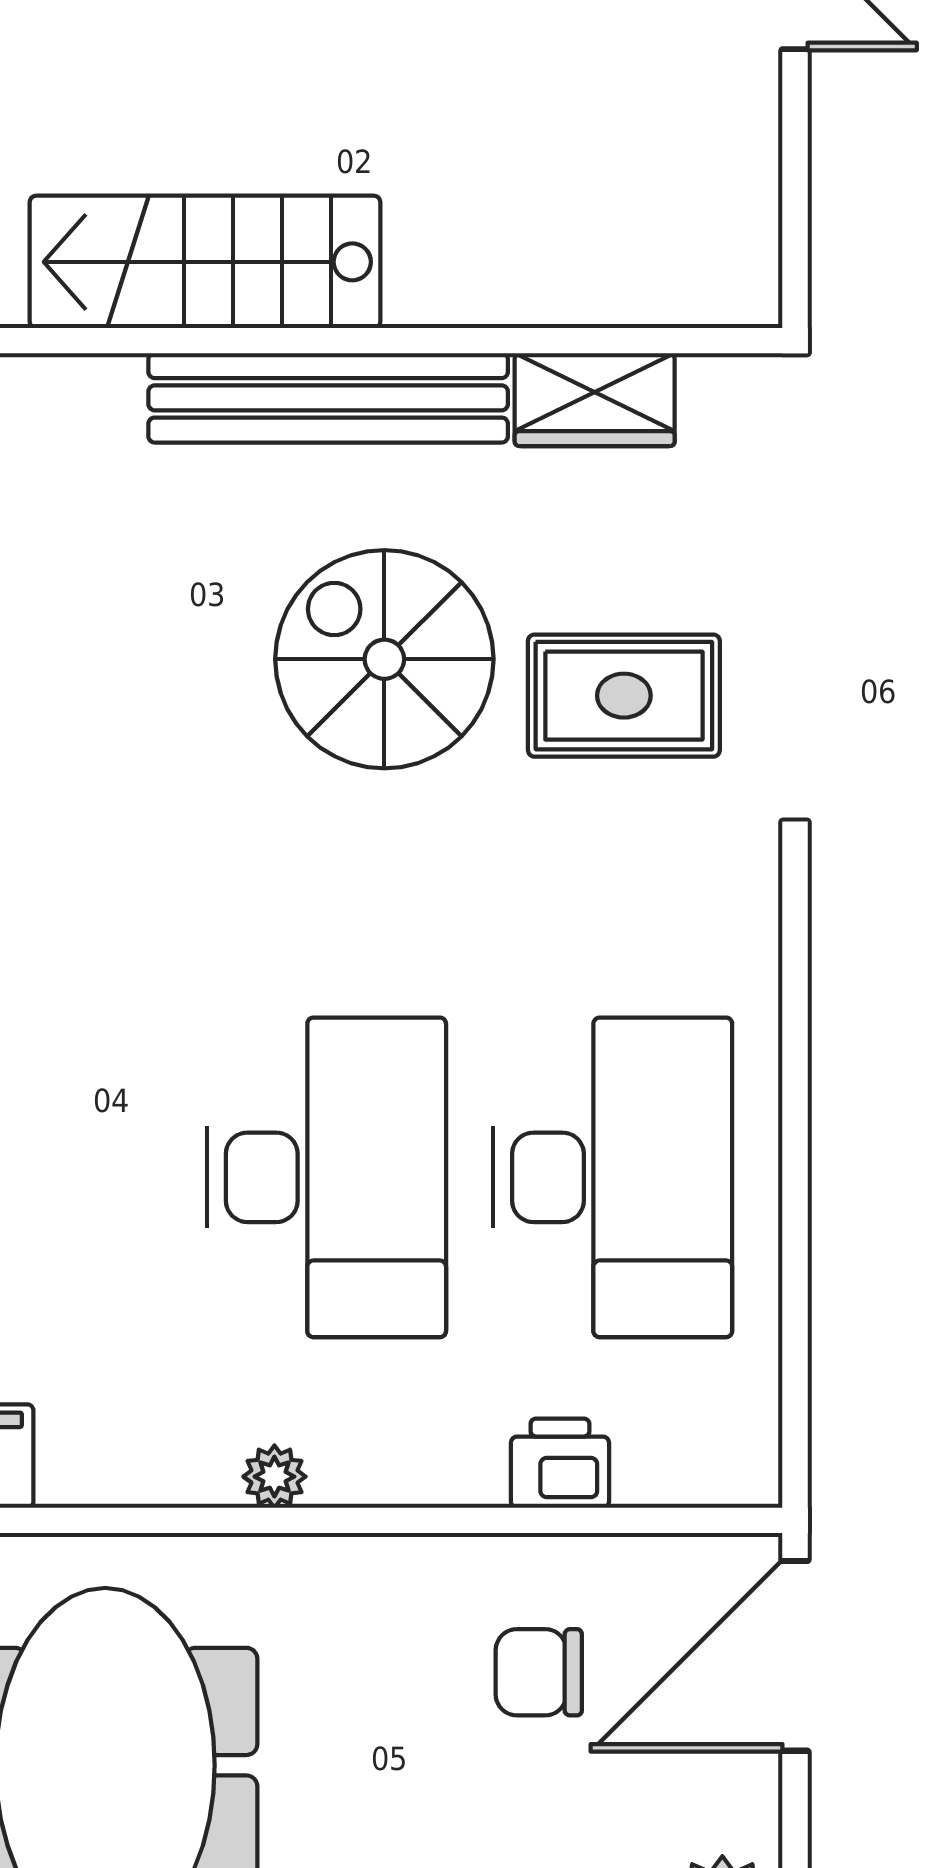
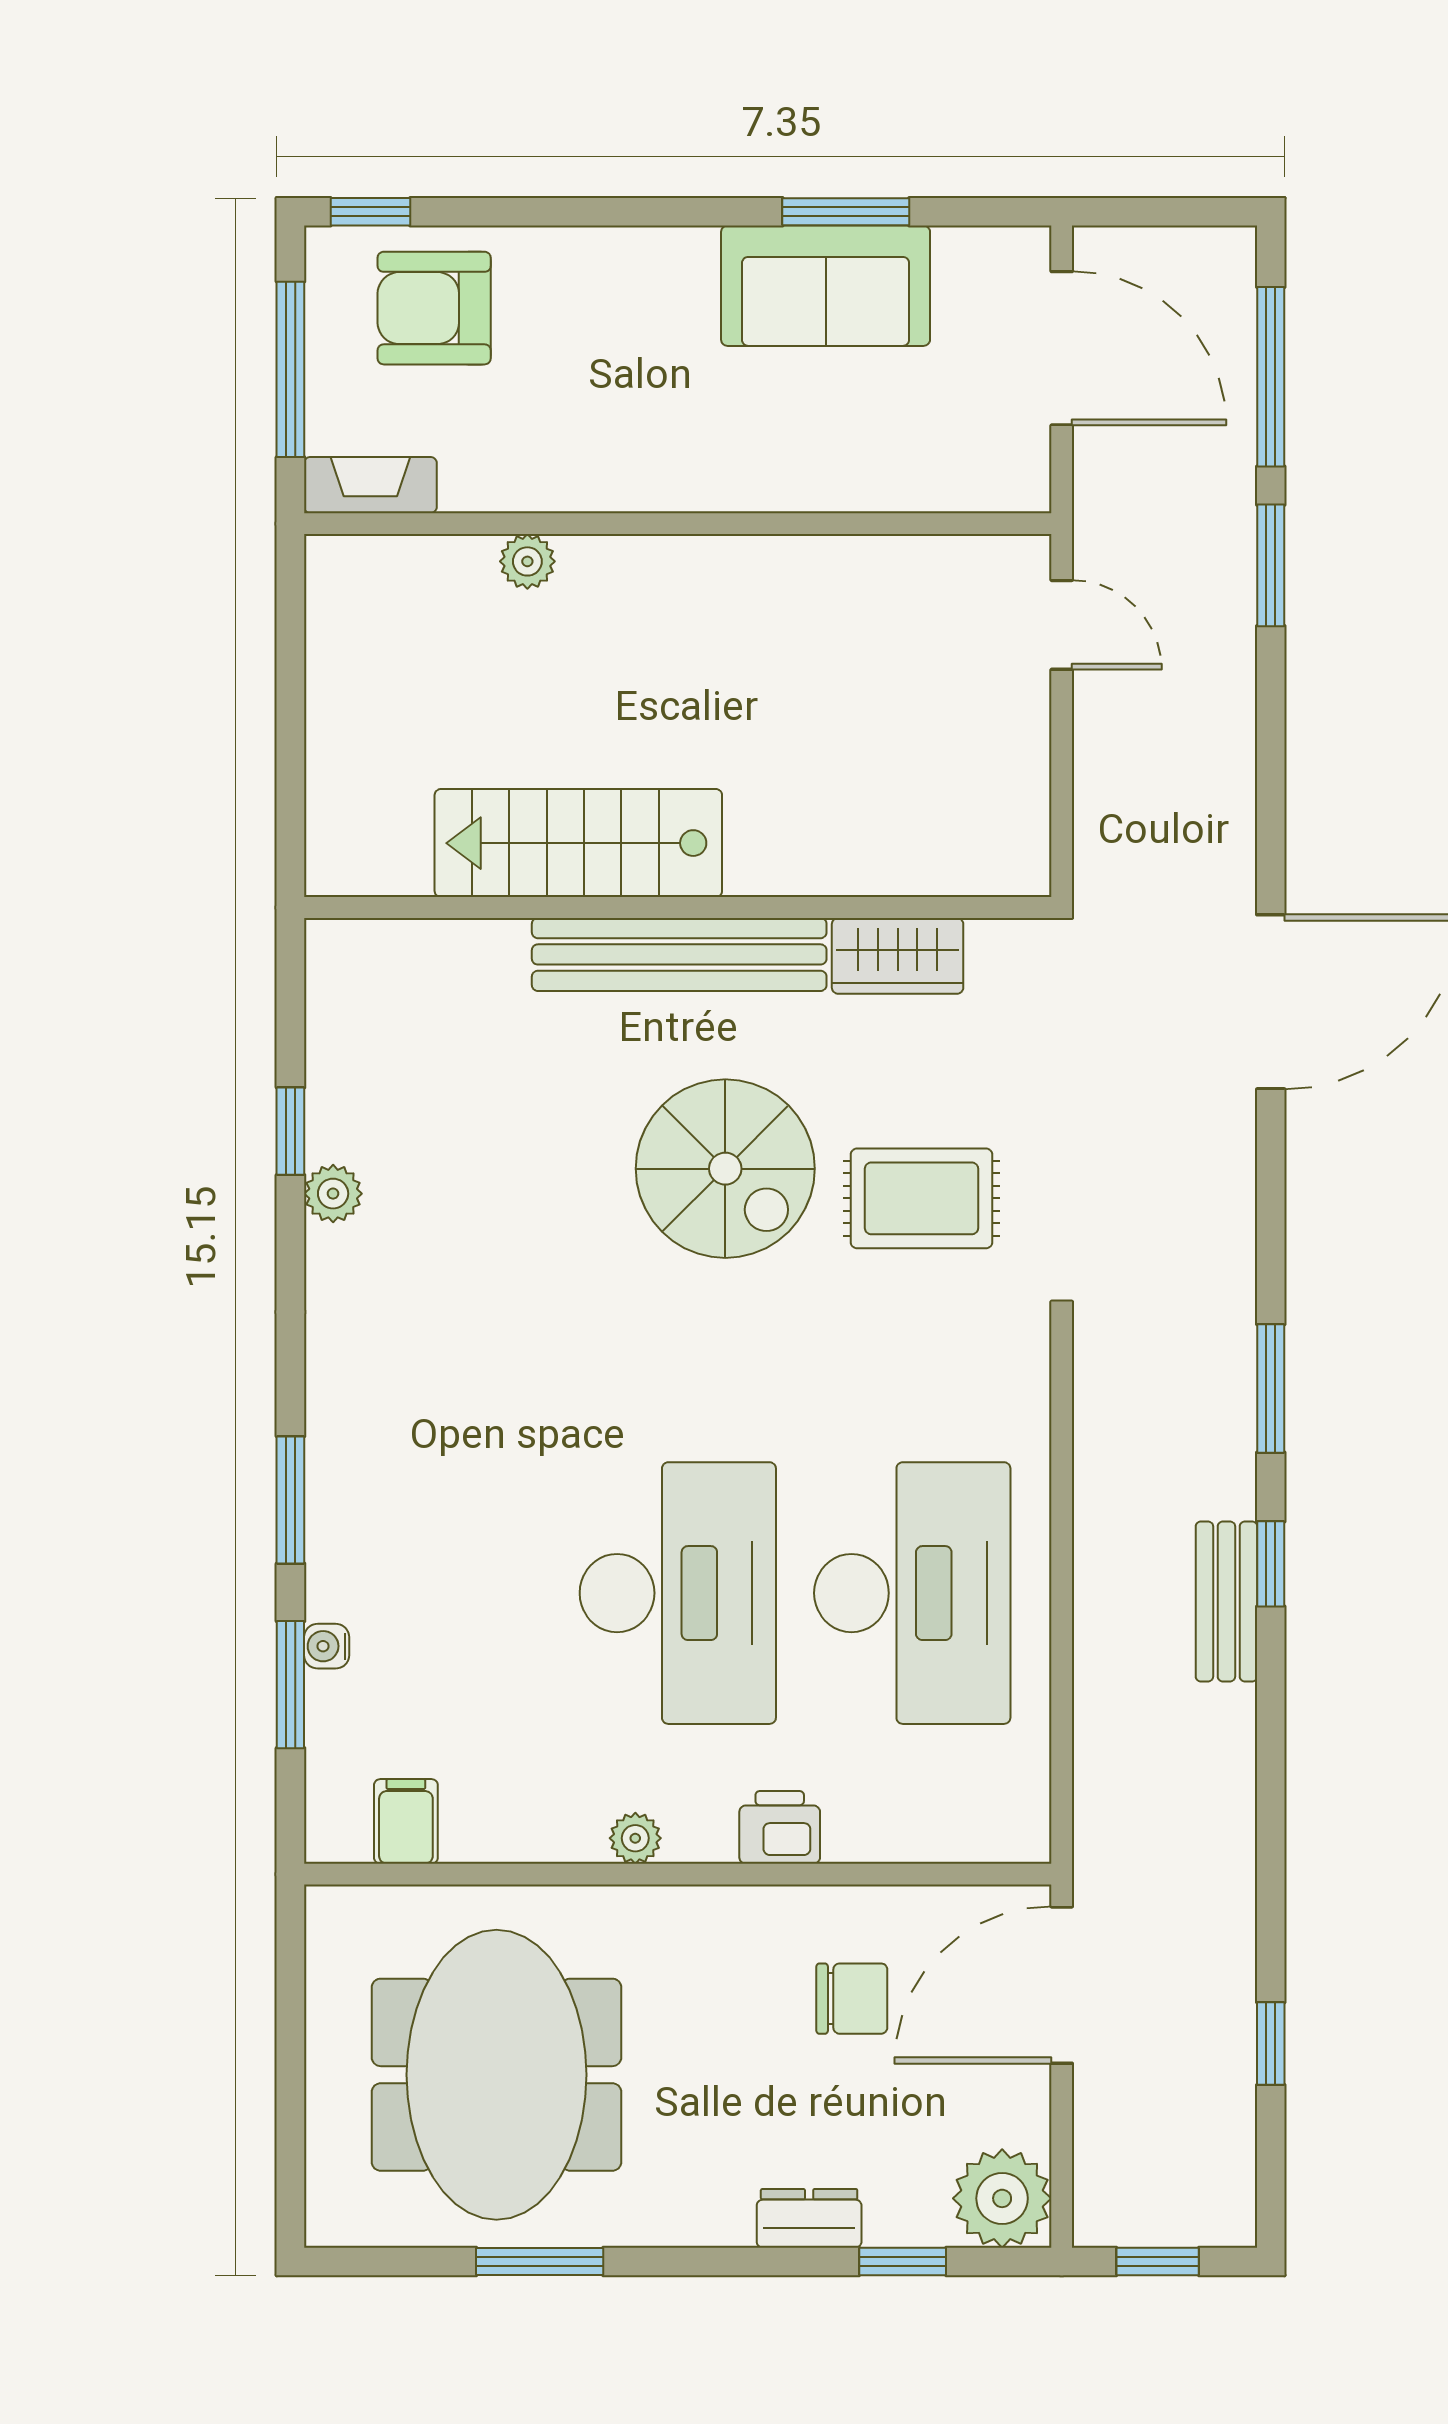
spiral stairs: (384, 659) -> (725, 1169), turned 180
printer: (560, 1463) -> (780, 1827), moved
chair: (539, 1672) -> (852, 1999), turned 180

